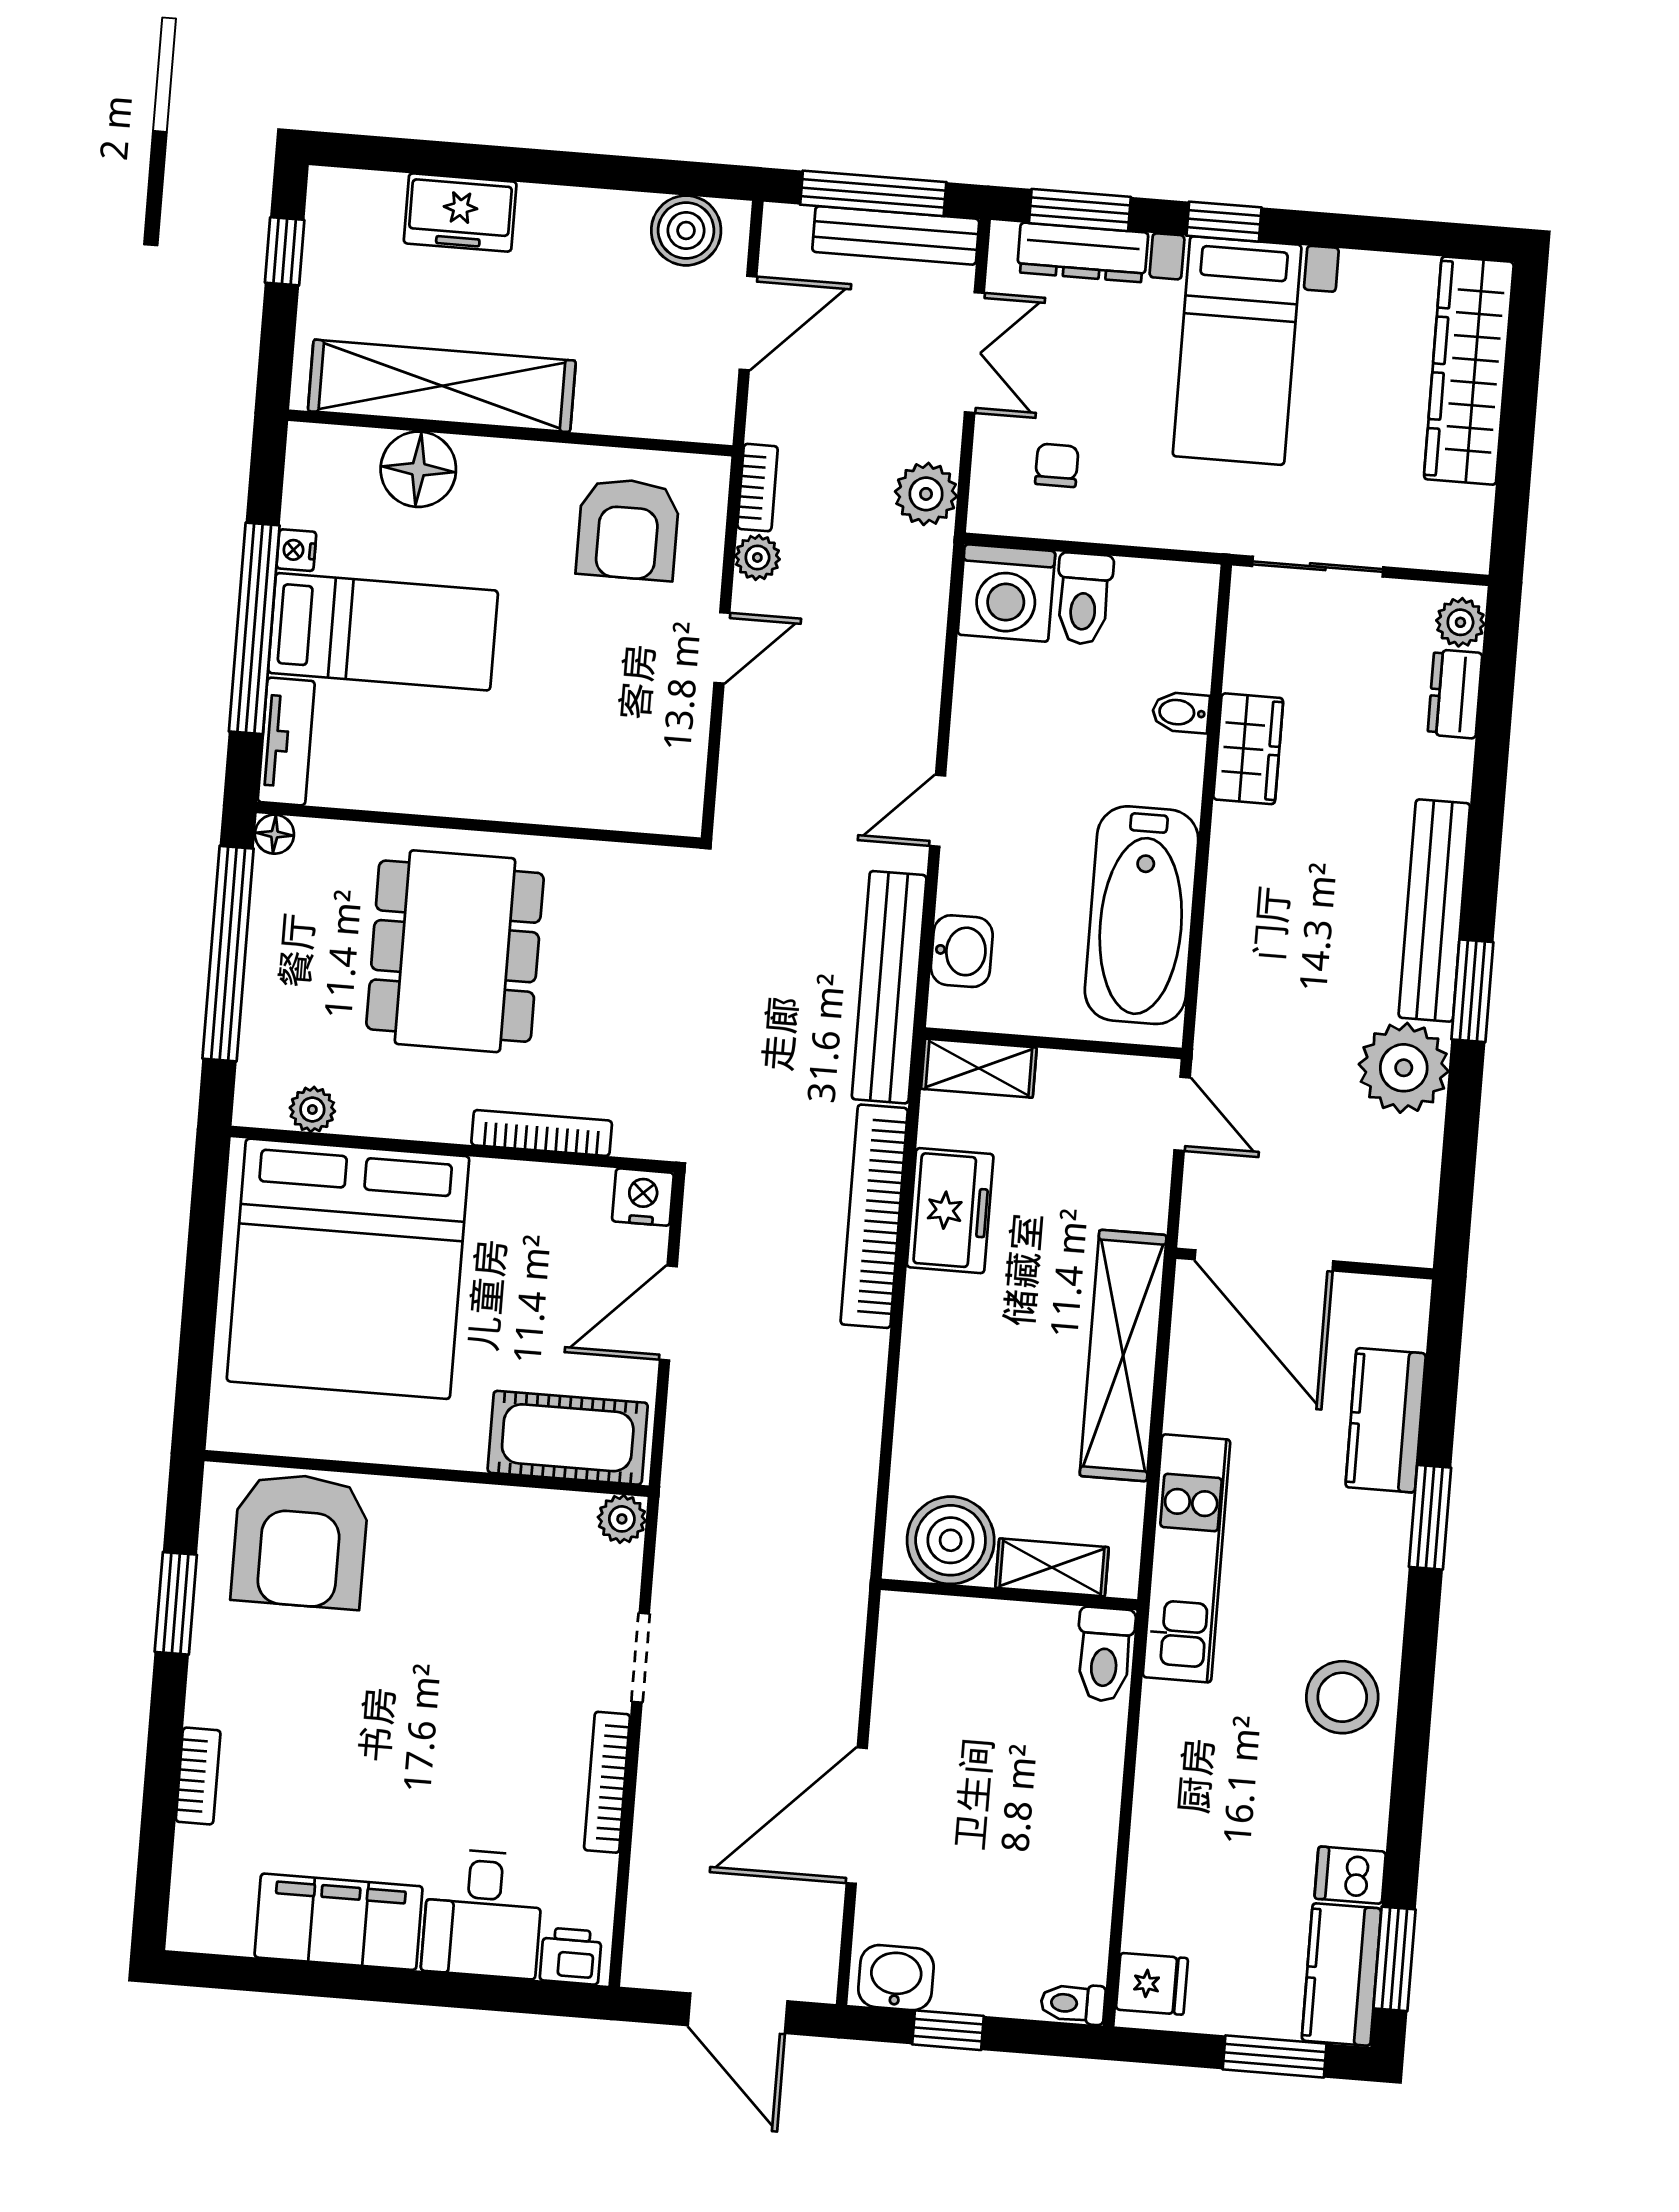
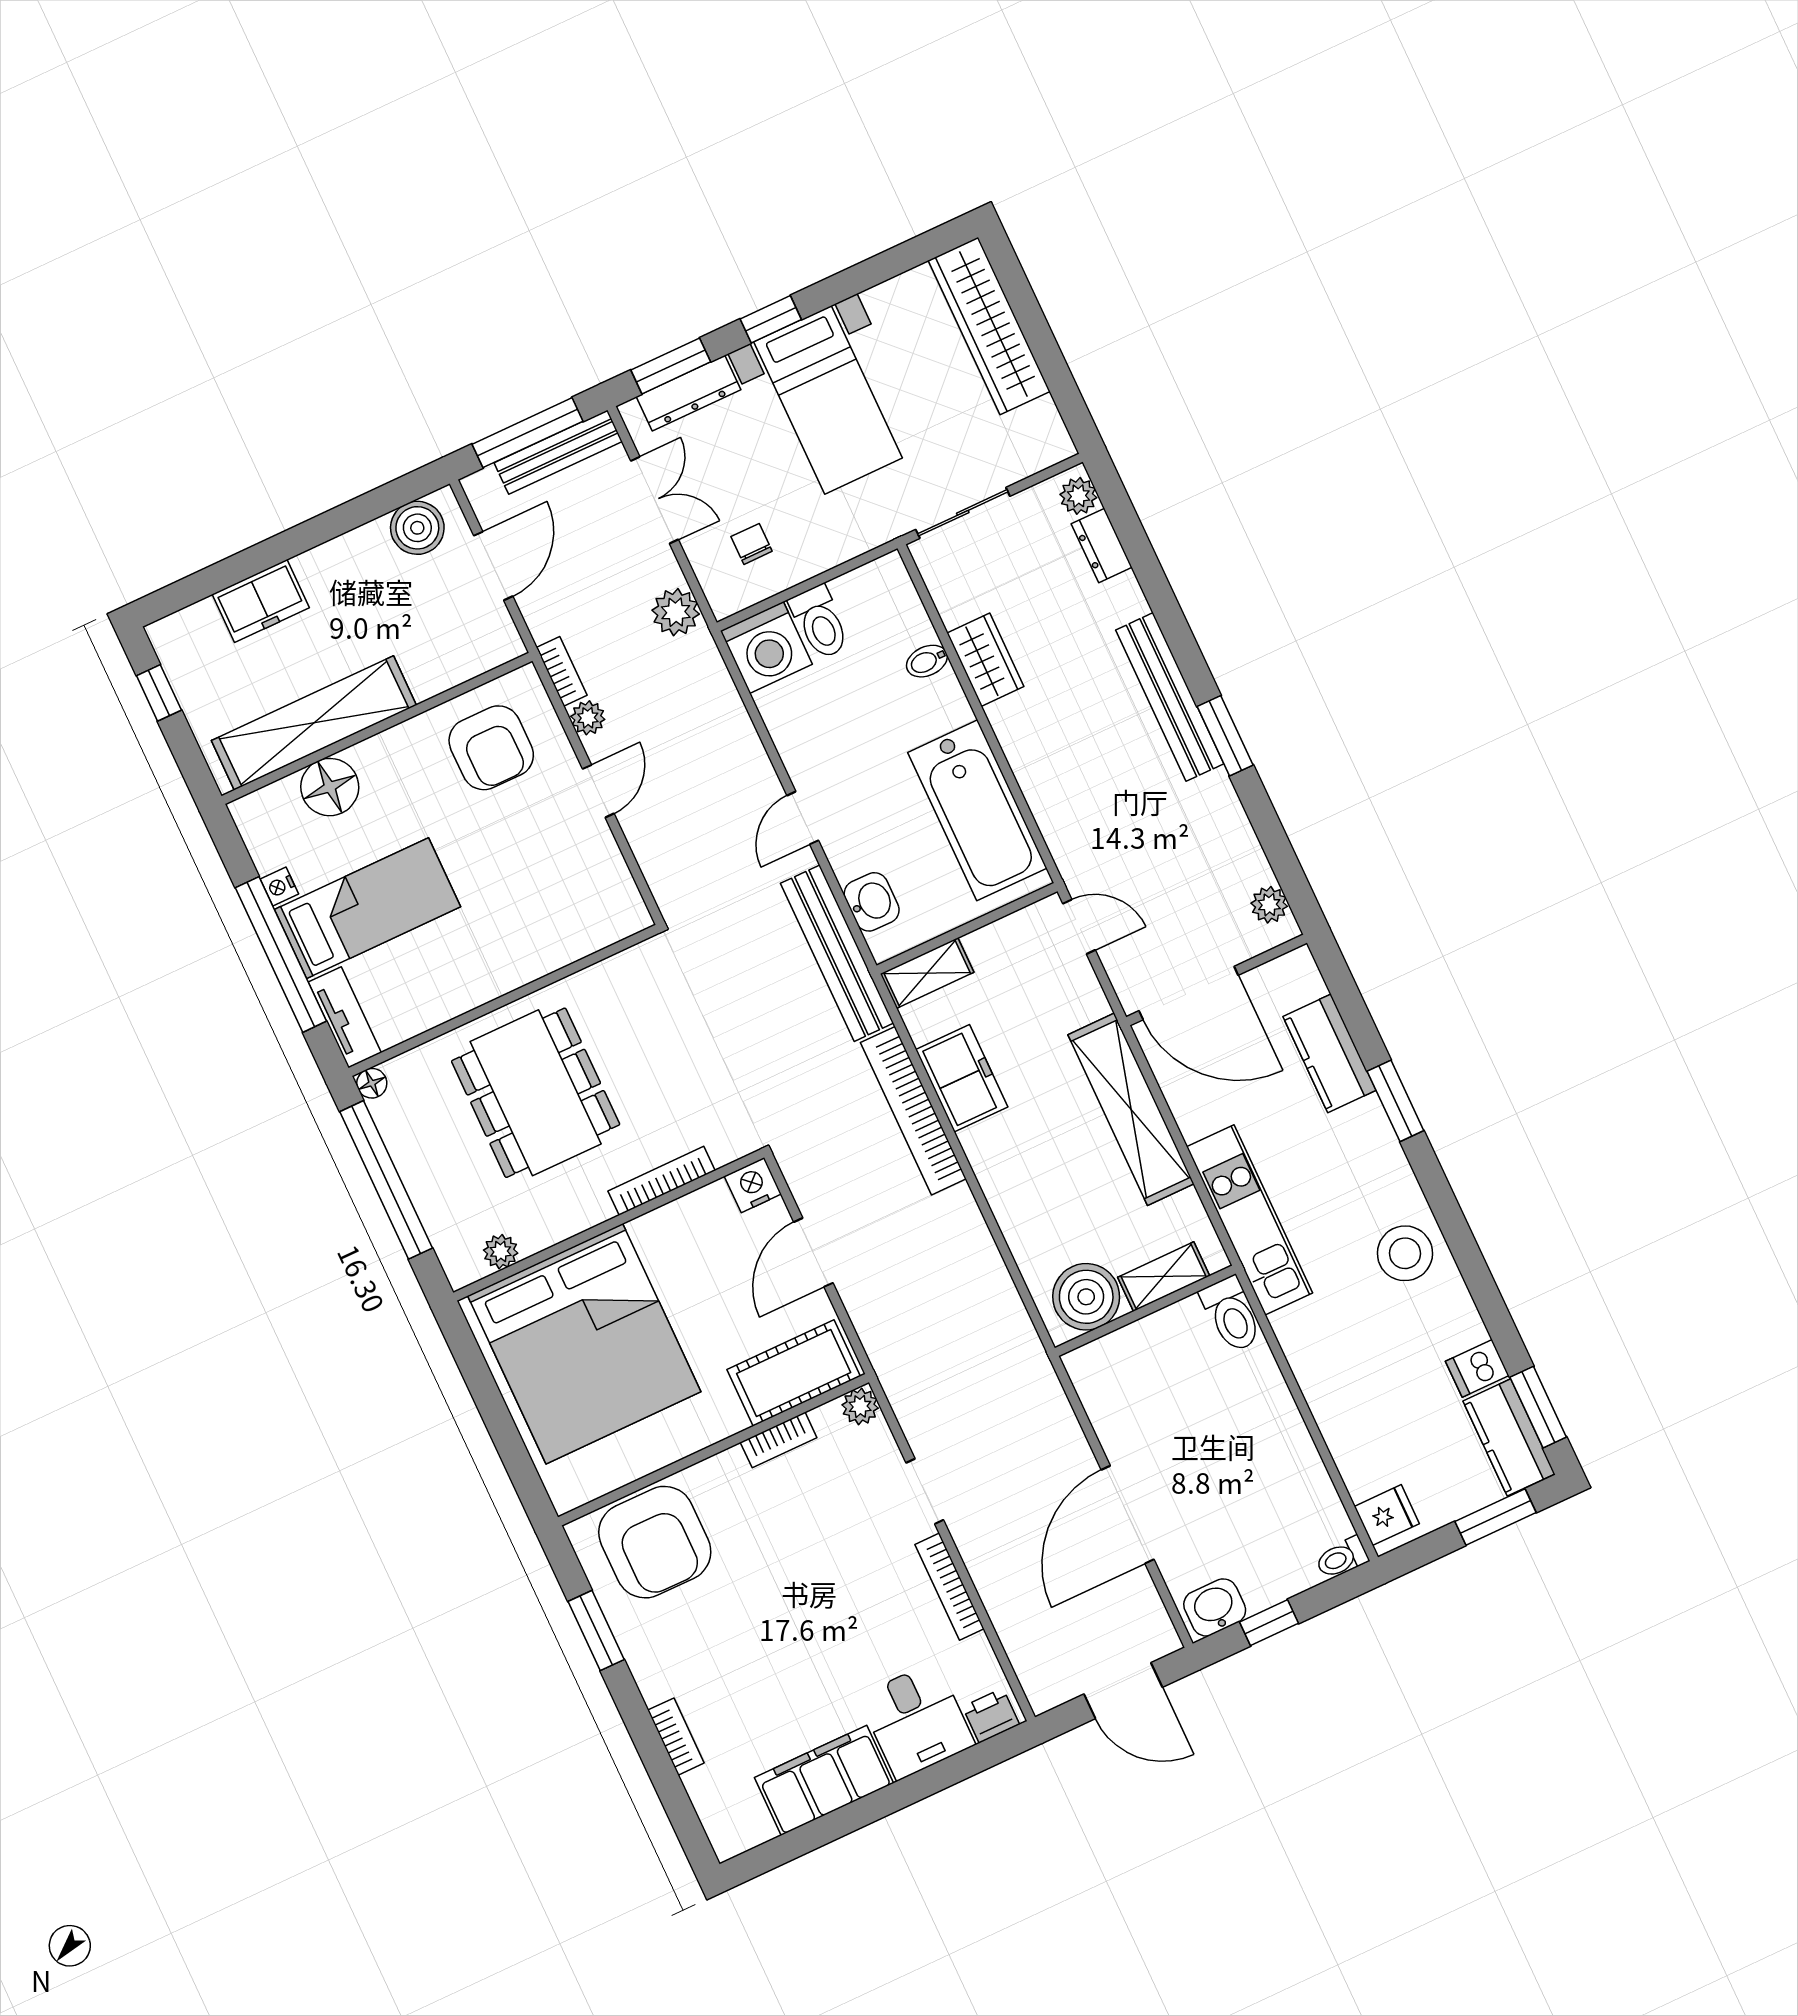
plant: (1404, 1068) -> (1269, 905), moved, width x0.53, depth x0.53
bookcase: (507, 1504) -> (779, 1440), added

